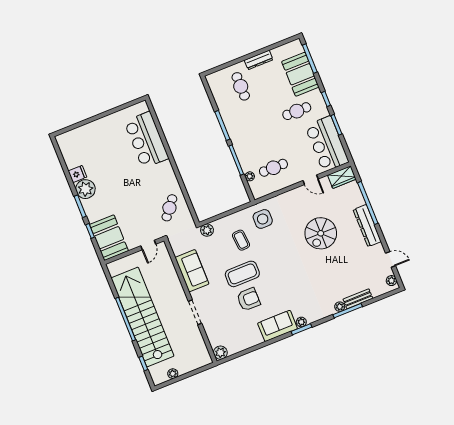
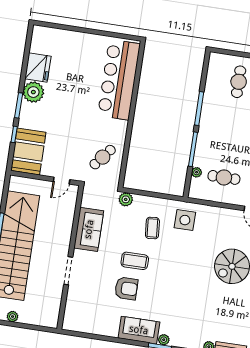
bar counter: (146, 140) -> (119, 80), width x1.36
fridge: (77, 174) -> (38, 68), width x1.88, depth x1.34
coffee table: (242, 274) -> (135, 261), width x0.73, depth x0.76
plant: (220, 353) -> (70, 323), removed

